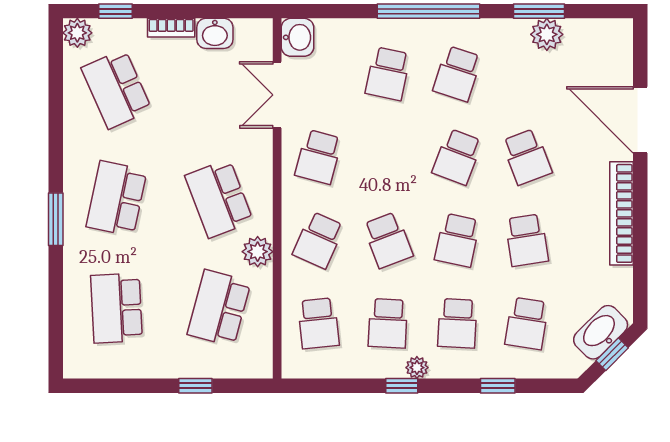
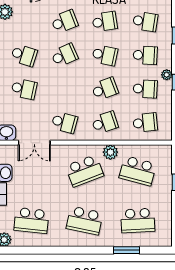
school desk: (117, 89) -> (31, 221), turned 30
school desk: (457, 157) -> (64, 55), turned -45
window: (56, 219) -> (126, 250), moved
school desk: (318, 240) -> (105, 123), turned -42

